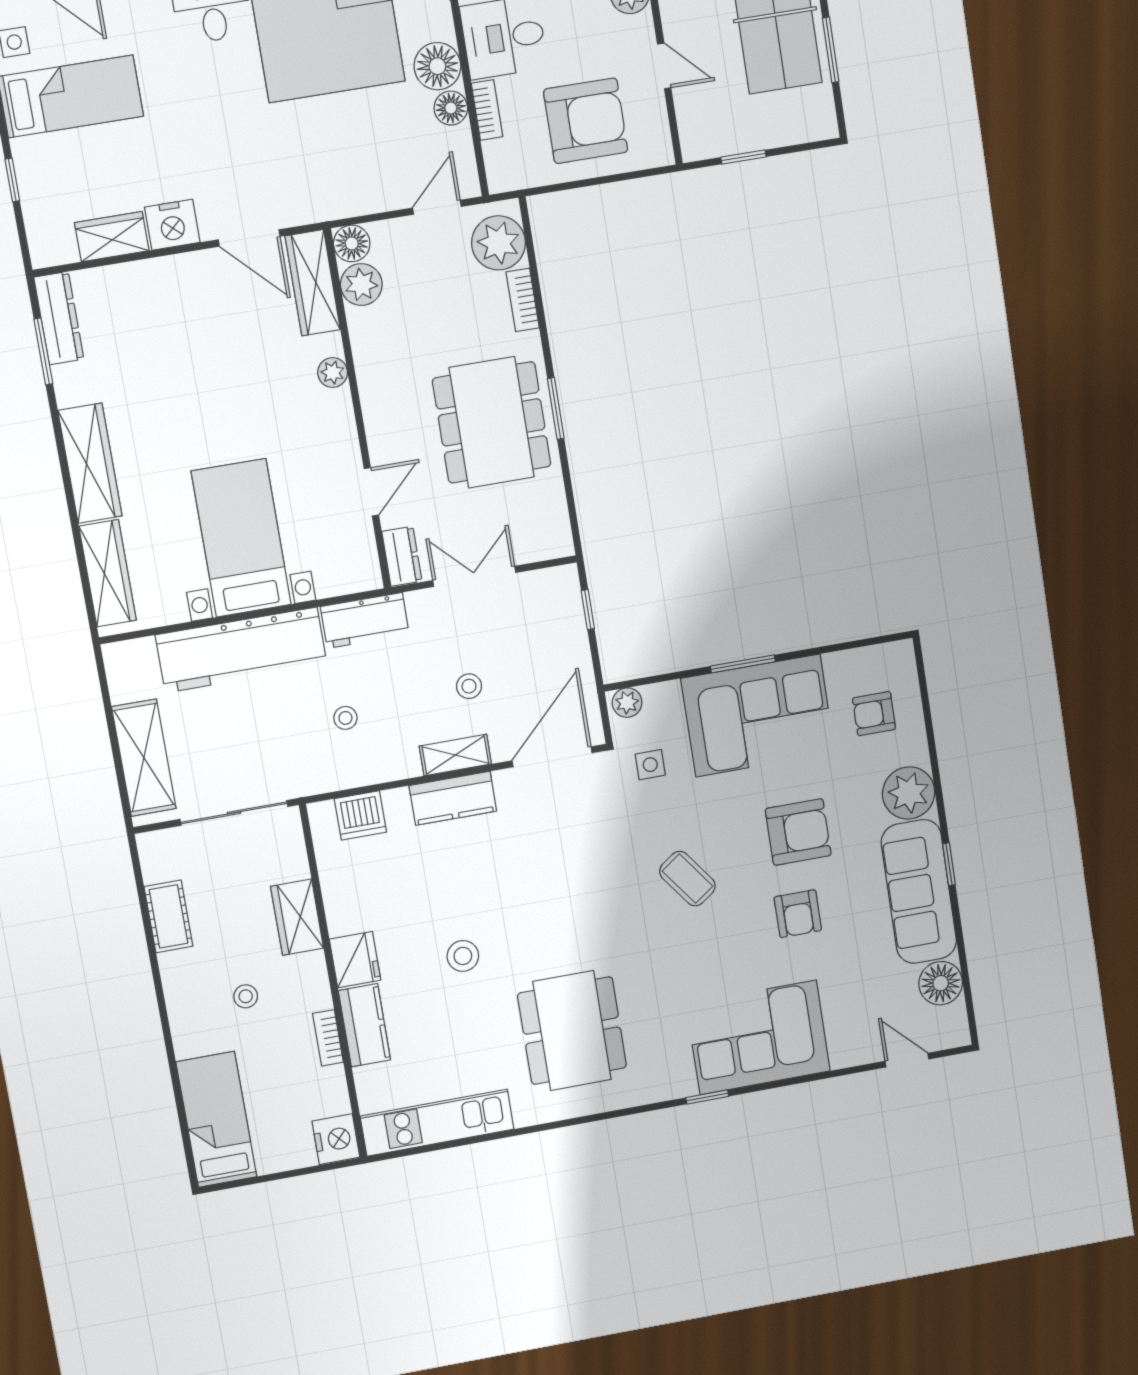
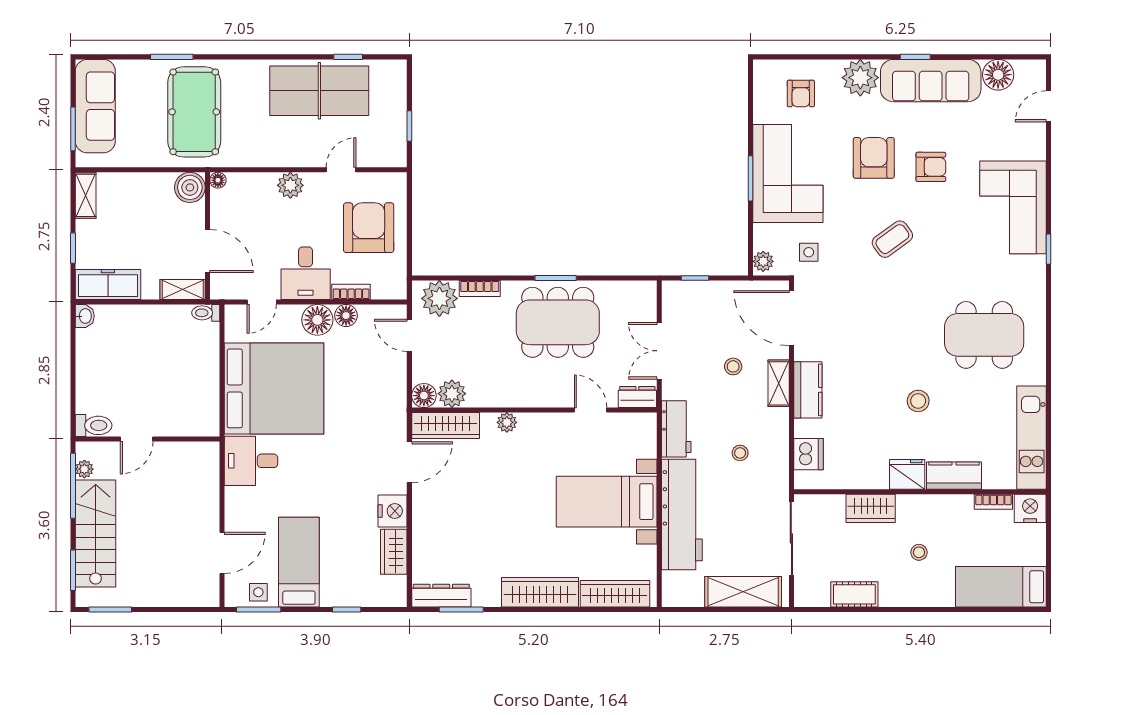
window: (831, 50) -> (348, 57), width x0.67
bookcase: (328, 1038) -> (993, 502), moved

